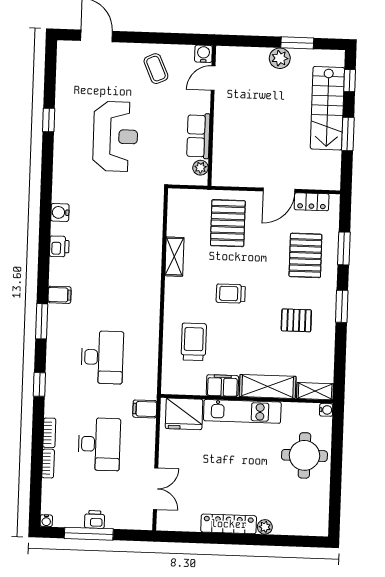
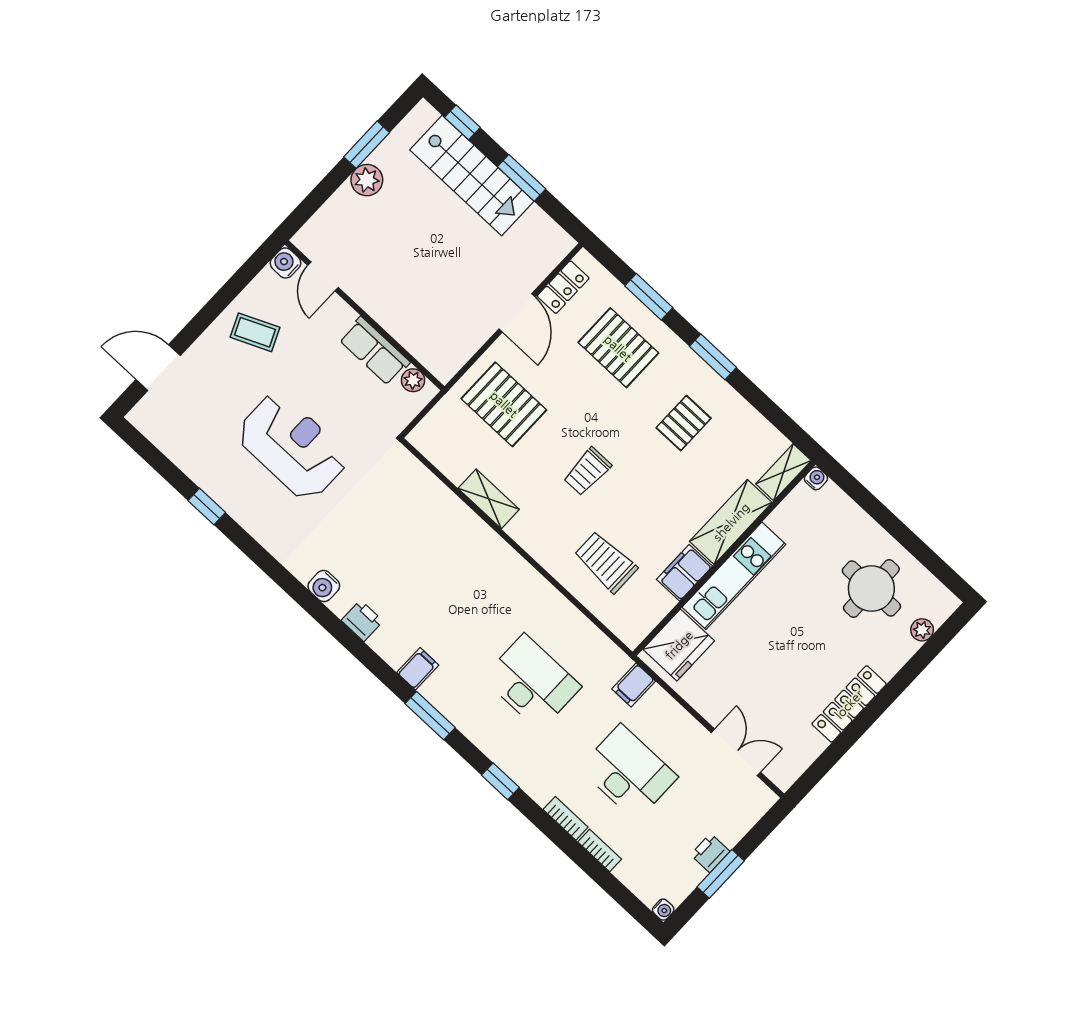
round table: (304, 455) -> (871, 589), moved
plant: (265, 527) -> (922, 630), moved
window: (89, 534) -> (721, 874), width x0.69

